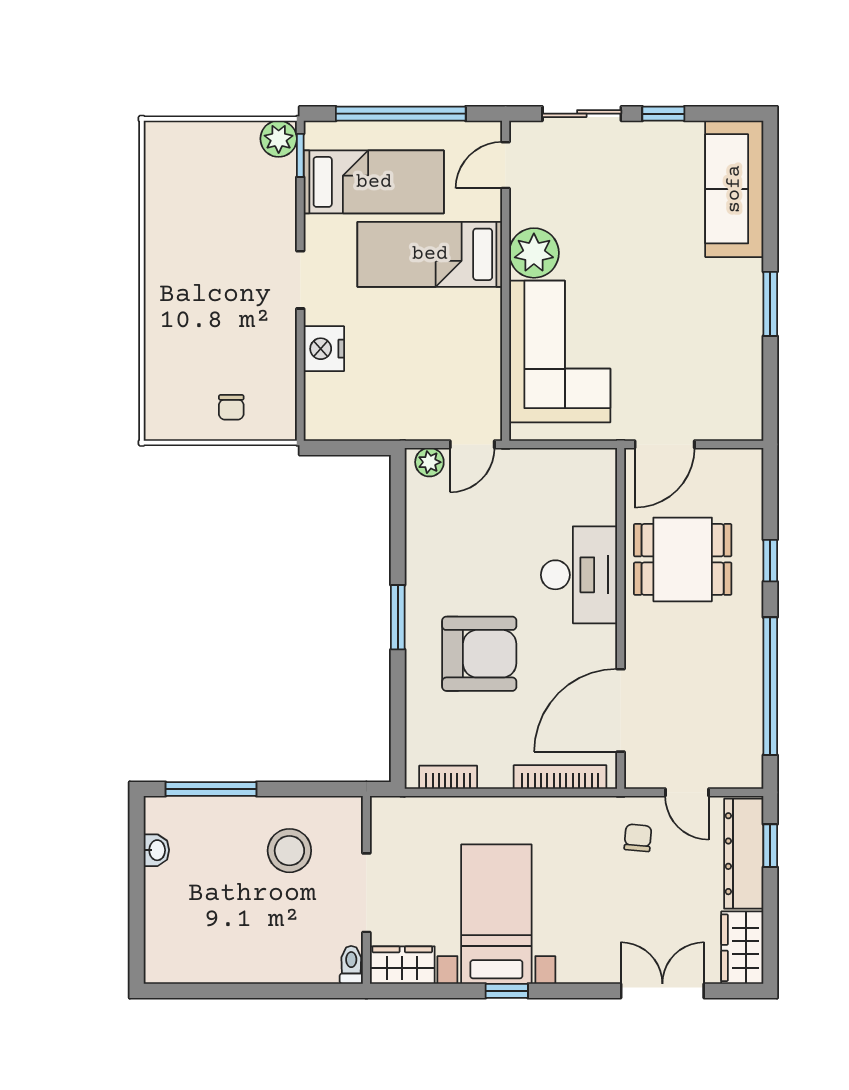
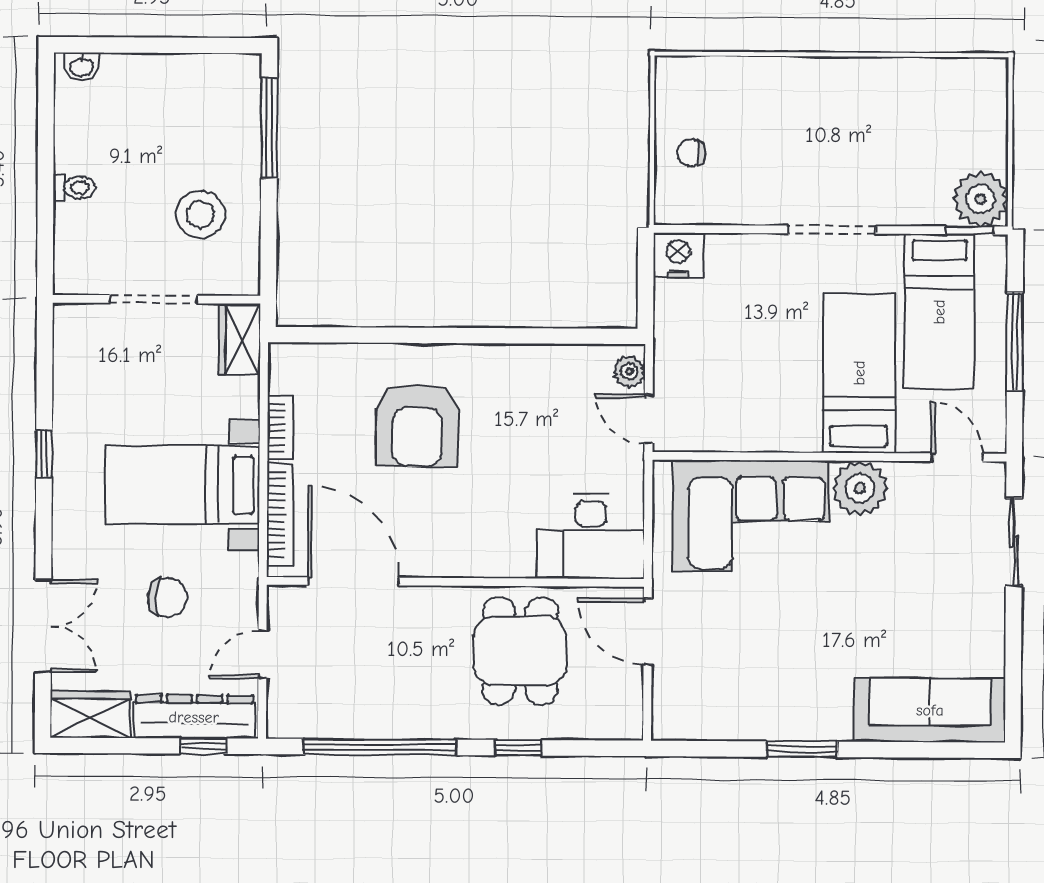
window: (401, 114) -> (1015, 342), width x0.68
window: (663, 114) -> (1013, 632), removed
plant: (279, 139) -> (980, 199), width x1.36, depth x1.36
doorway: (300, 280) -> (832, 230), width x1.38
nightstand: (324, 349) -> (678, 255), moved
desk: (579, 575) -> (591, 537), moved
window: (398, 617) -> (458, 335), removed
bookcase: (448, 777) -> (280, 428), moved
chair: (638, 838) -> (167, 598), moved, width x1.37, depth x1.37
washbasin: (156, 850) -> (82, 67), moved
bed with nightstands: (496, 914) -> (182, 485), moved, turned 180
toilet: (351, 965) -> (74, 187), moved
wardrobe: (402, 965) -> (239, 339), moved, turned 180

